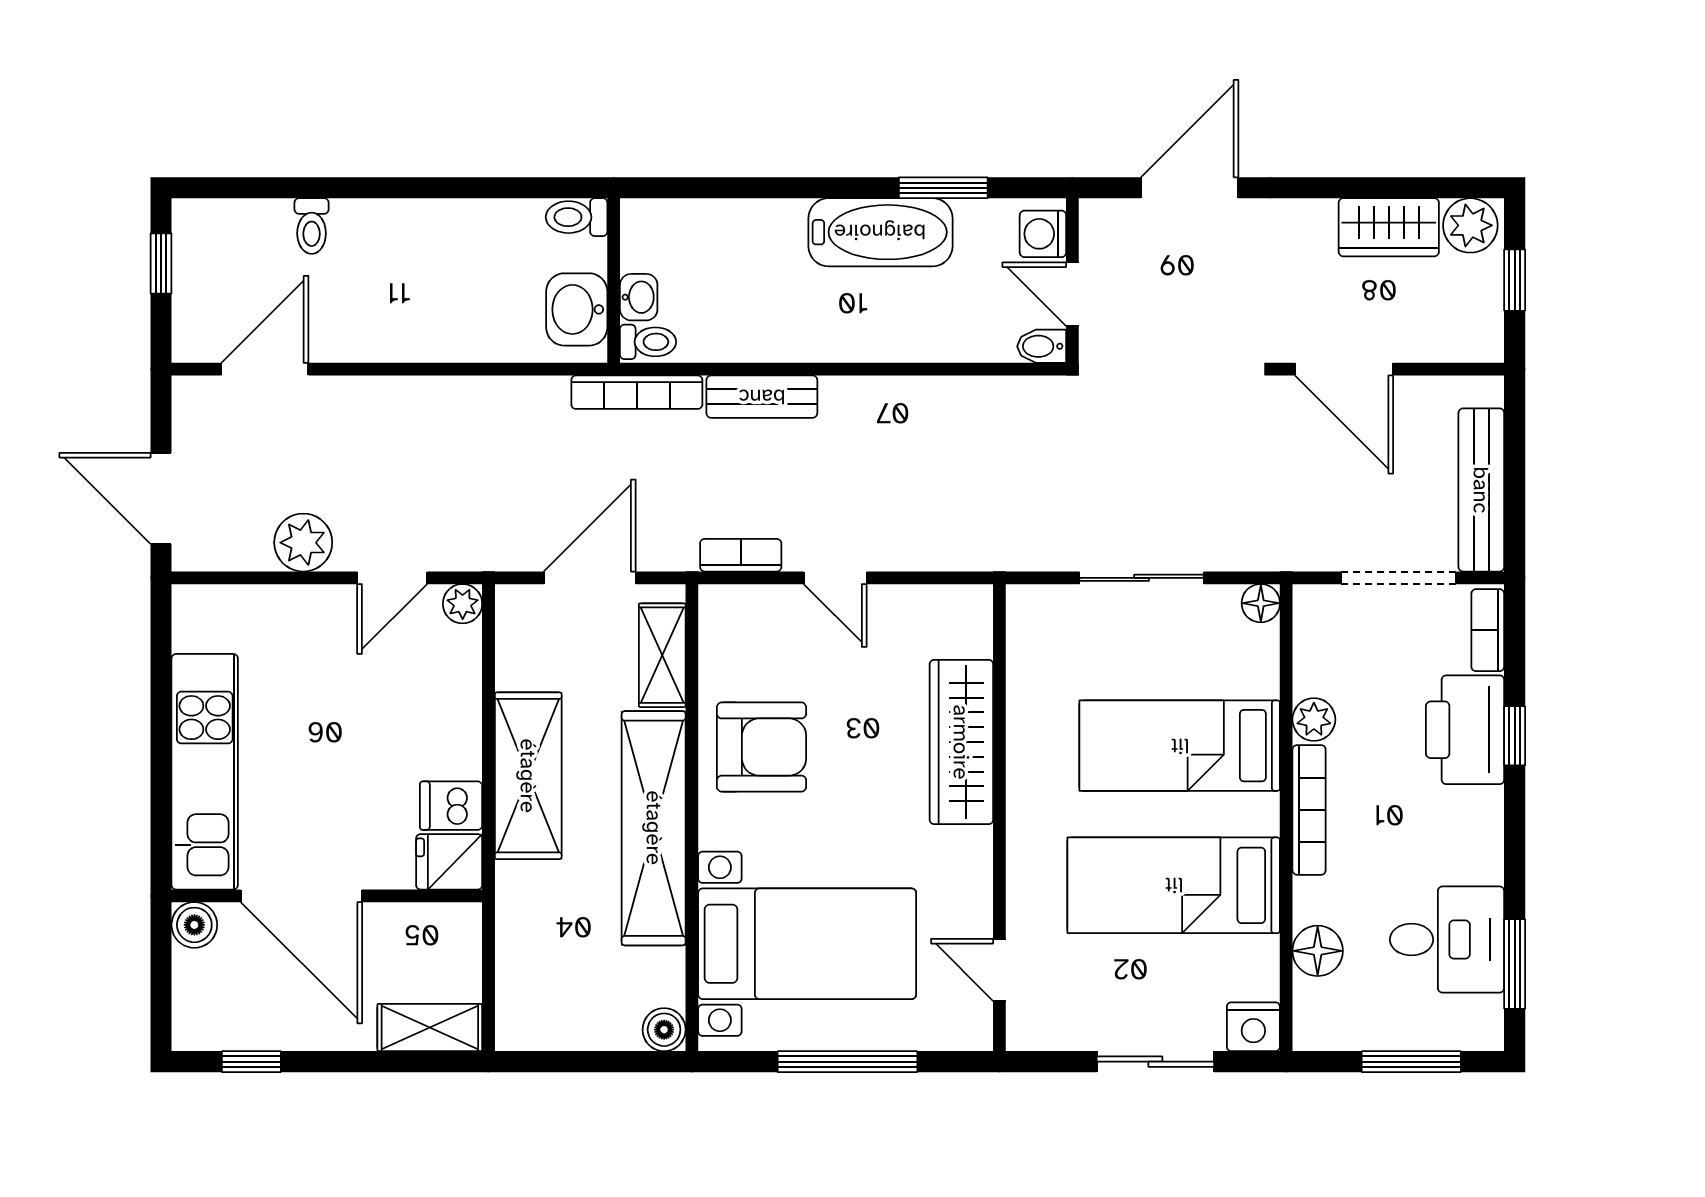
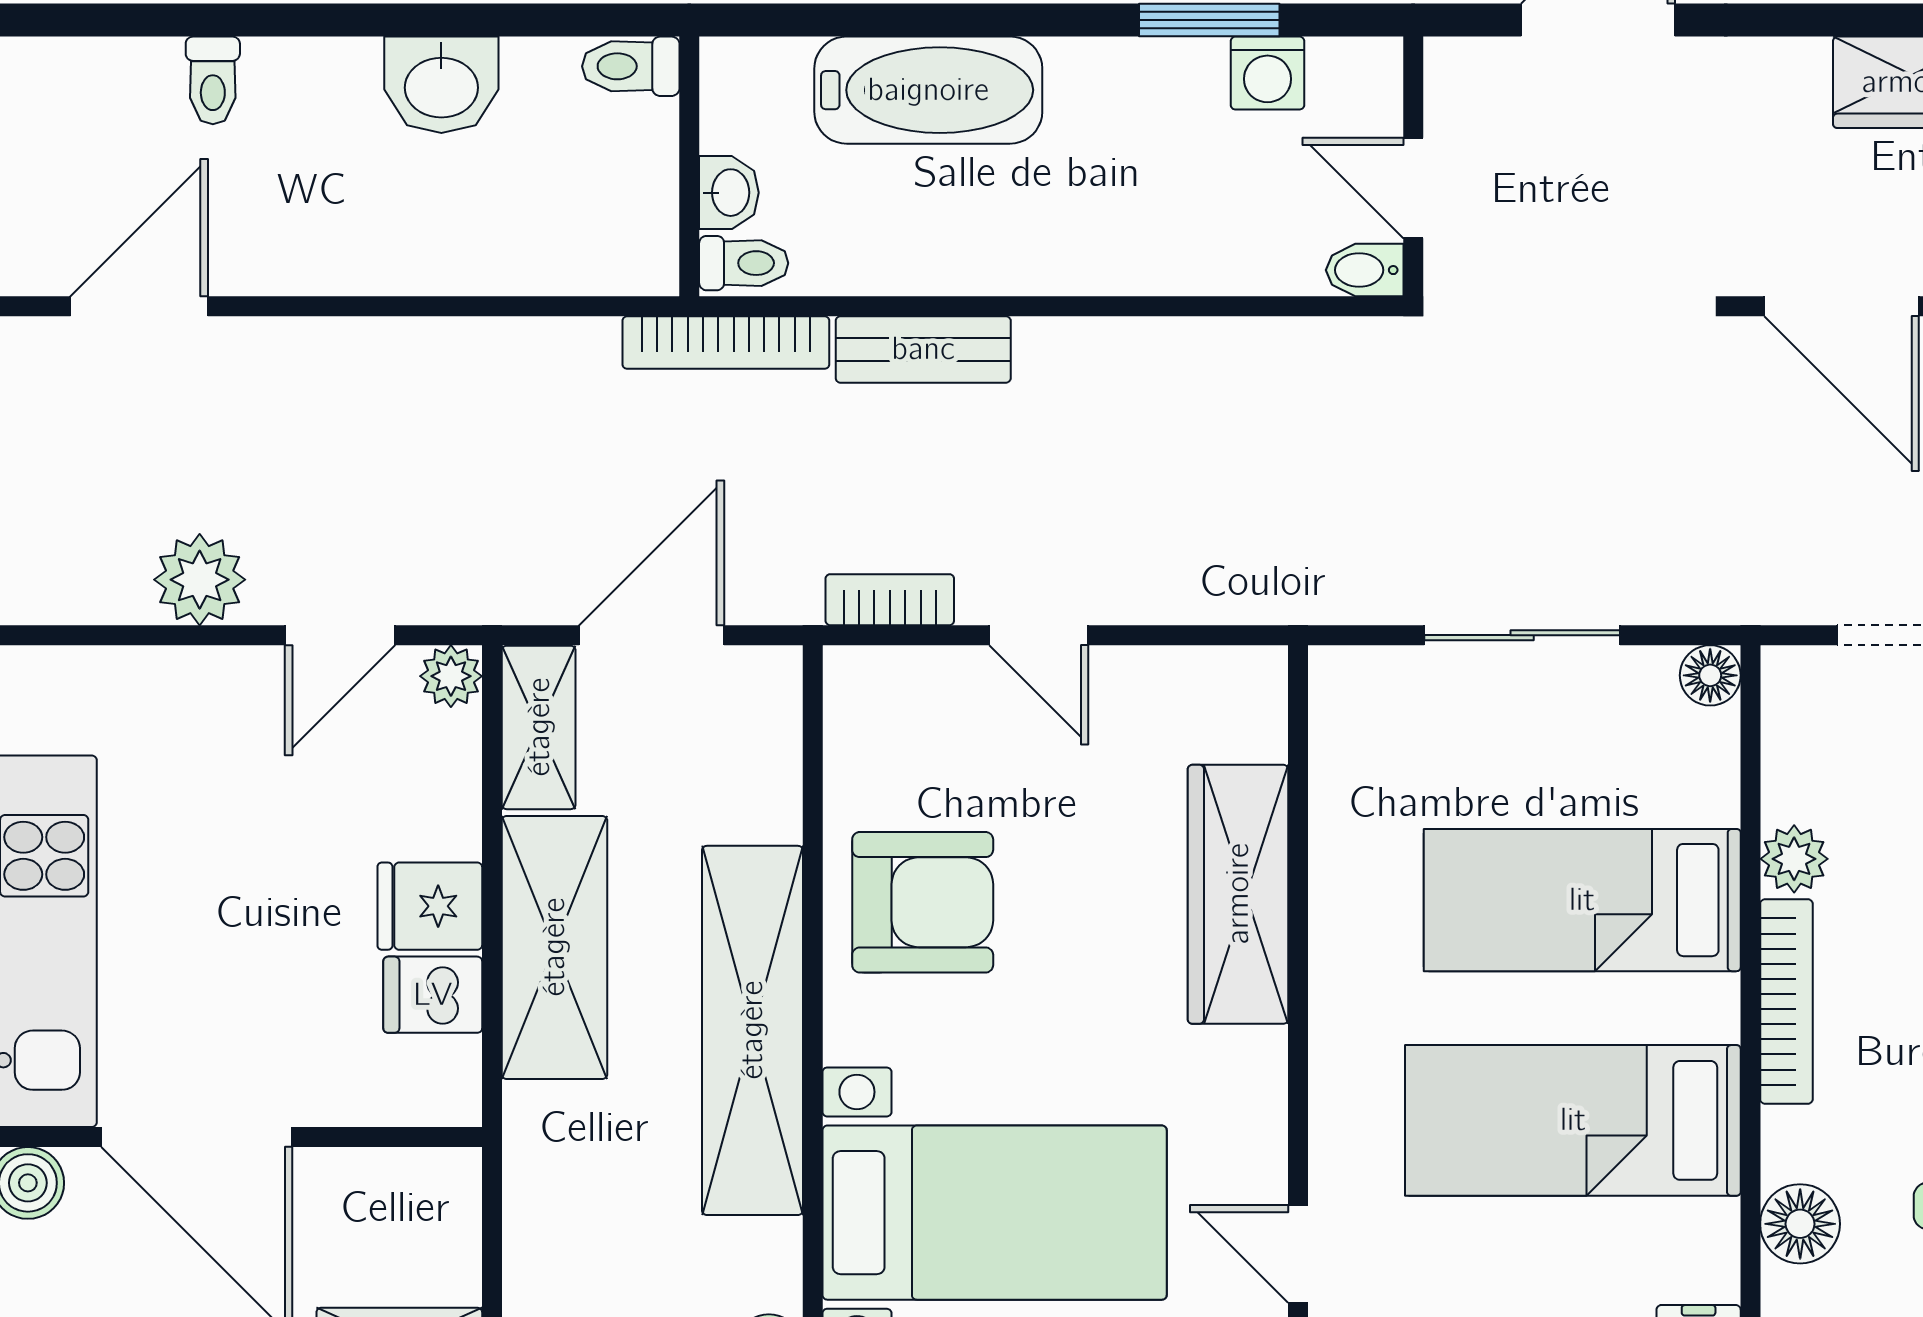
bathtub: (880, 232) -> (928, 90), moved
washing machine: (1043, 234) -> (1267, 73), moved, turned -90
washbasin: (577, 309) -> (441, 85), moved, turned -90
shelving: (662, 655) -> (539, 727), moved
fridge: (449, 862) -> (430, 906), moved

